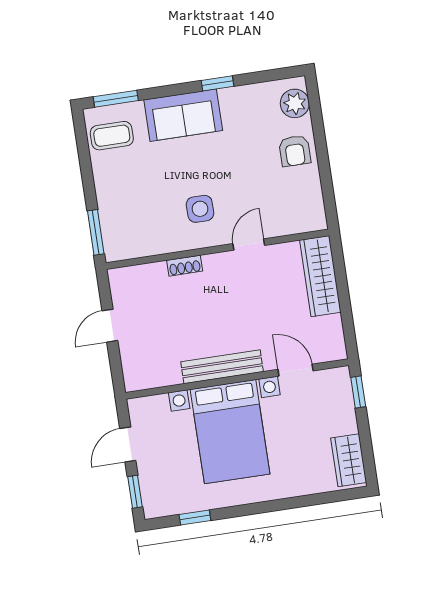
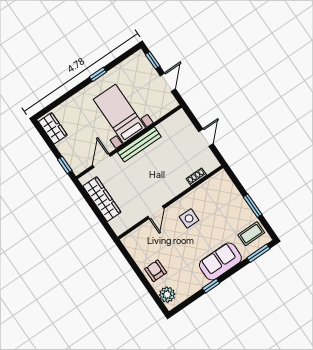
window: (96, 232) -> (253, 206), moved
shoe rack: (185, 266) -> (196, 177), moved
wardrobe: (320, 276) -> (102, 199), moved
door: (296, 370) -> (102, 161), swing flipped
bed with nightstands: (230, 432) -> (120, 114), width x0.73
window: (195, 517) -> (98, 74), moved

